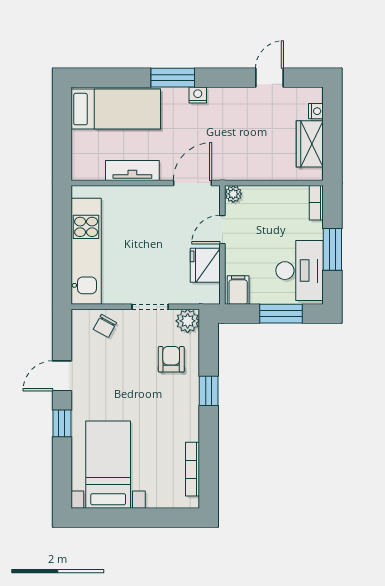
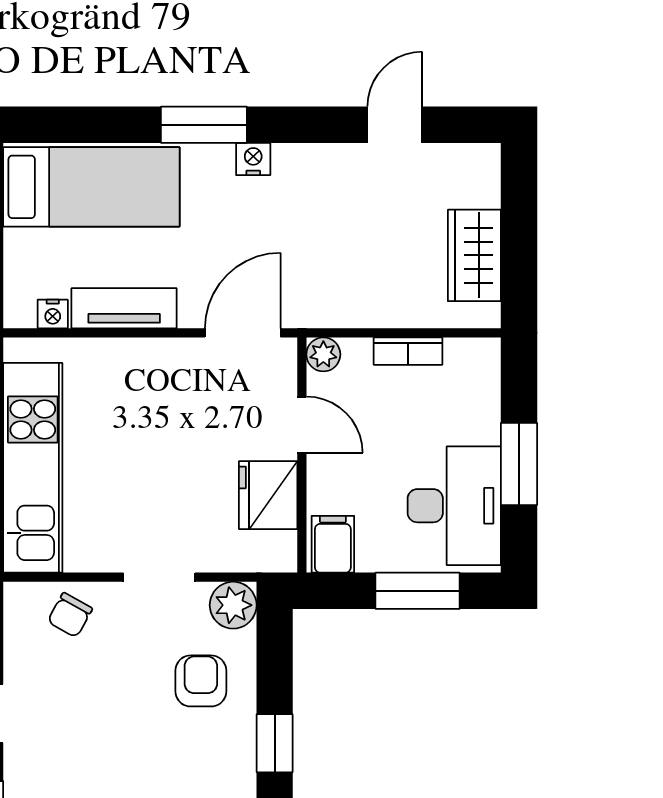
nightstand: (316, 111) -> (53, 314), moved, turned 90
bookcase: (316, 203) -> (408, 351), moved, turned -90
door: (222, 230) -> (302, 425), swing flipped

